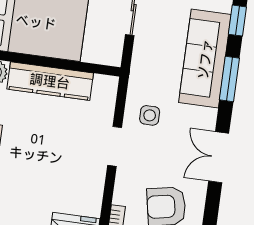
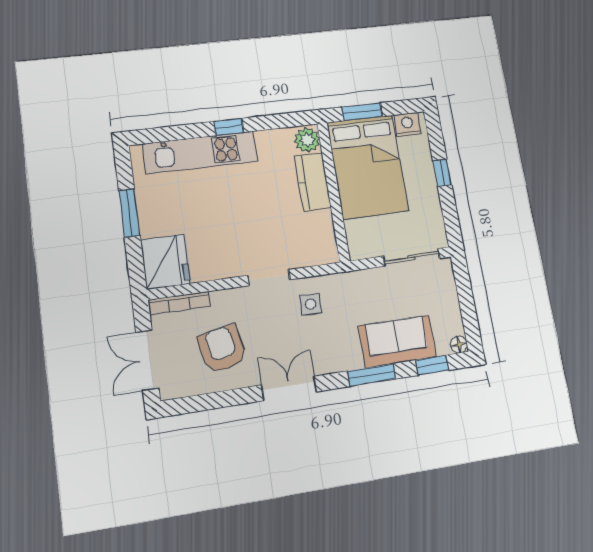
sofa: (205, 59) -> (397, 341), width x0.73
kitchen counter: (50, 81) -> (313, 182), width x0.67

